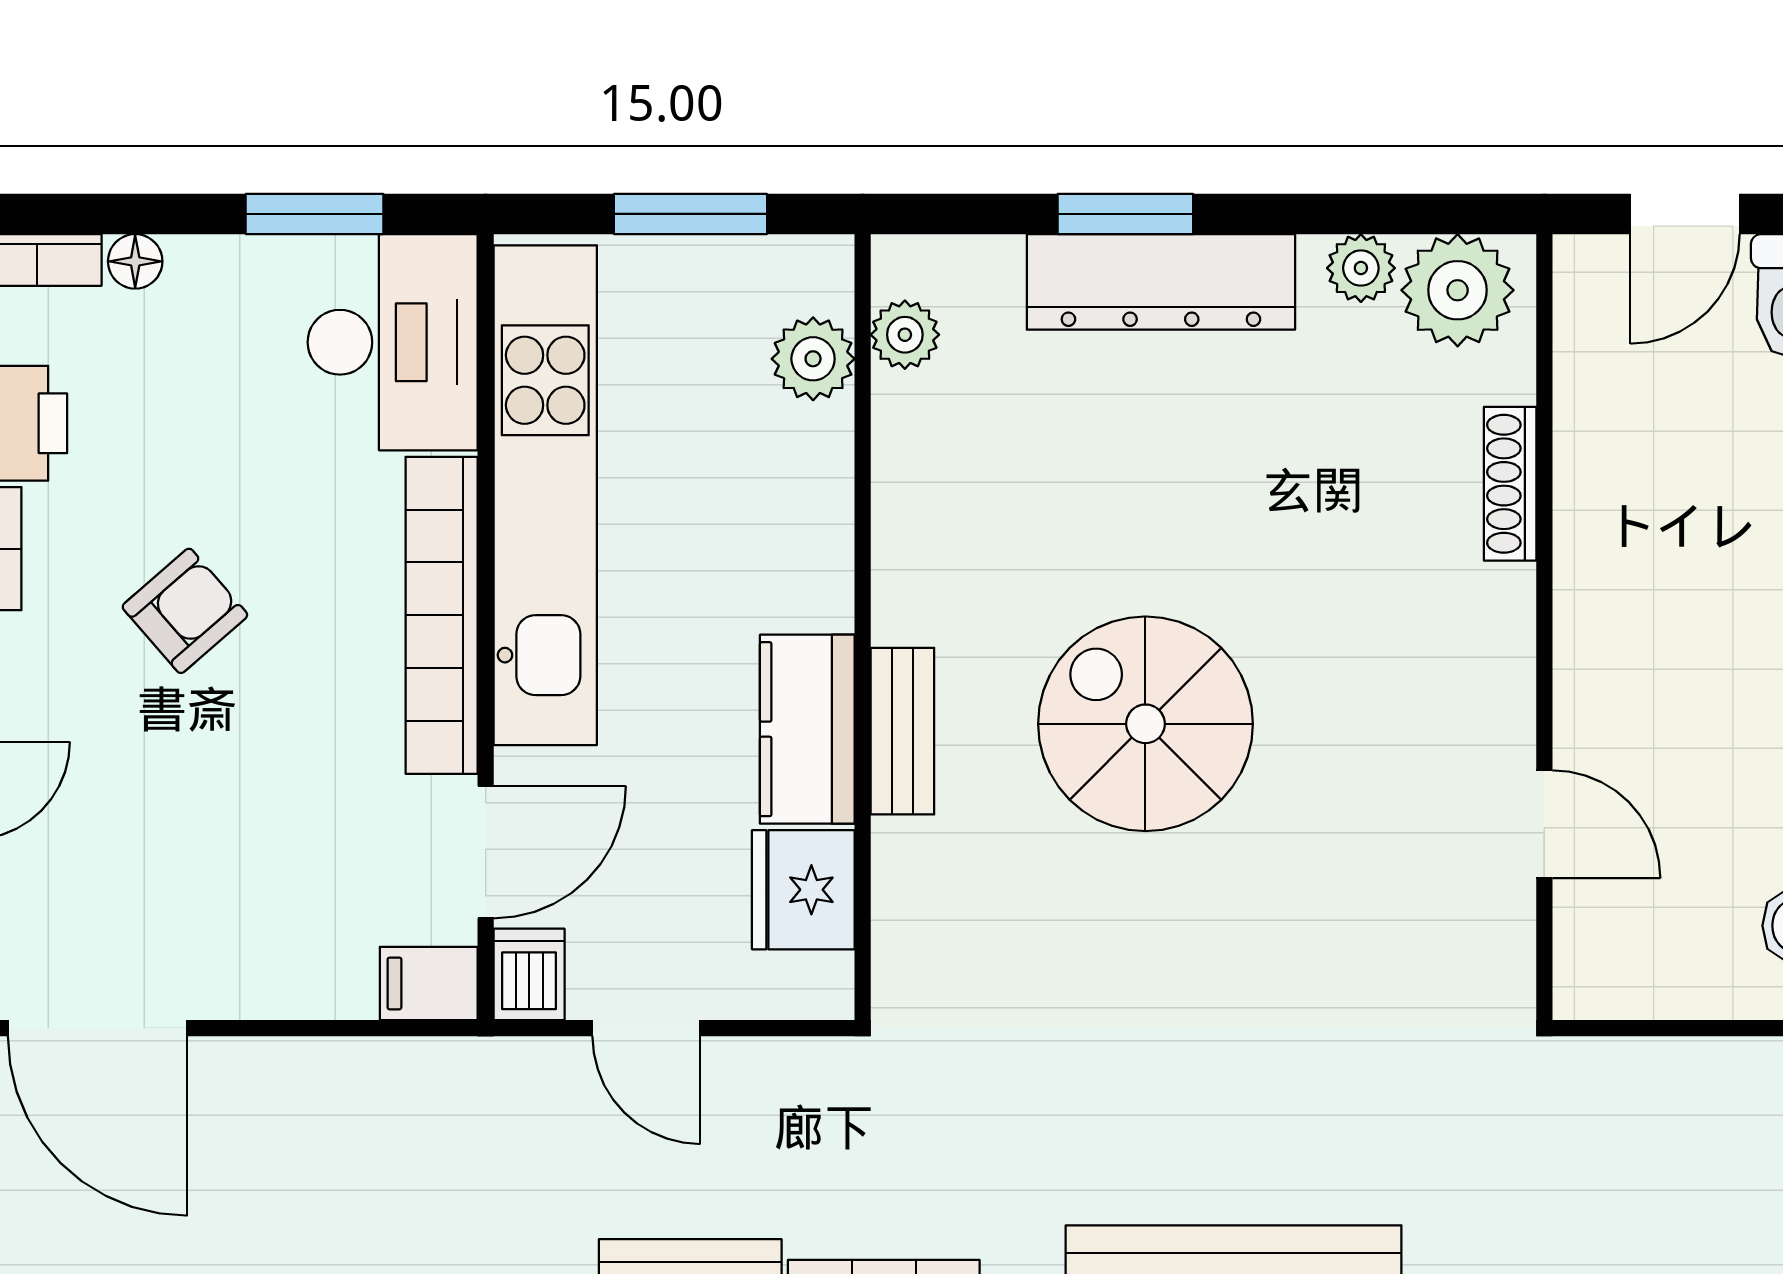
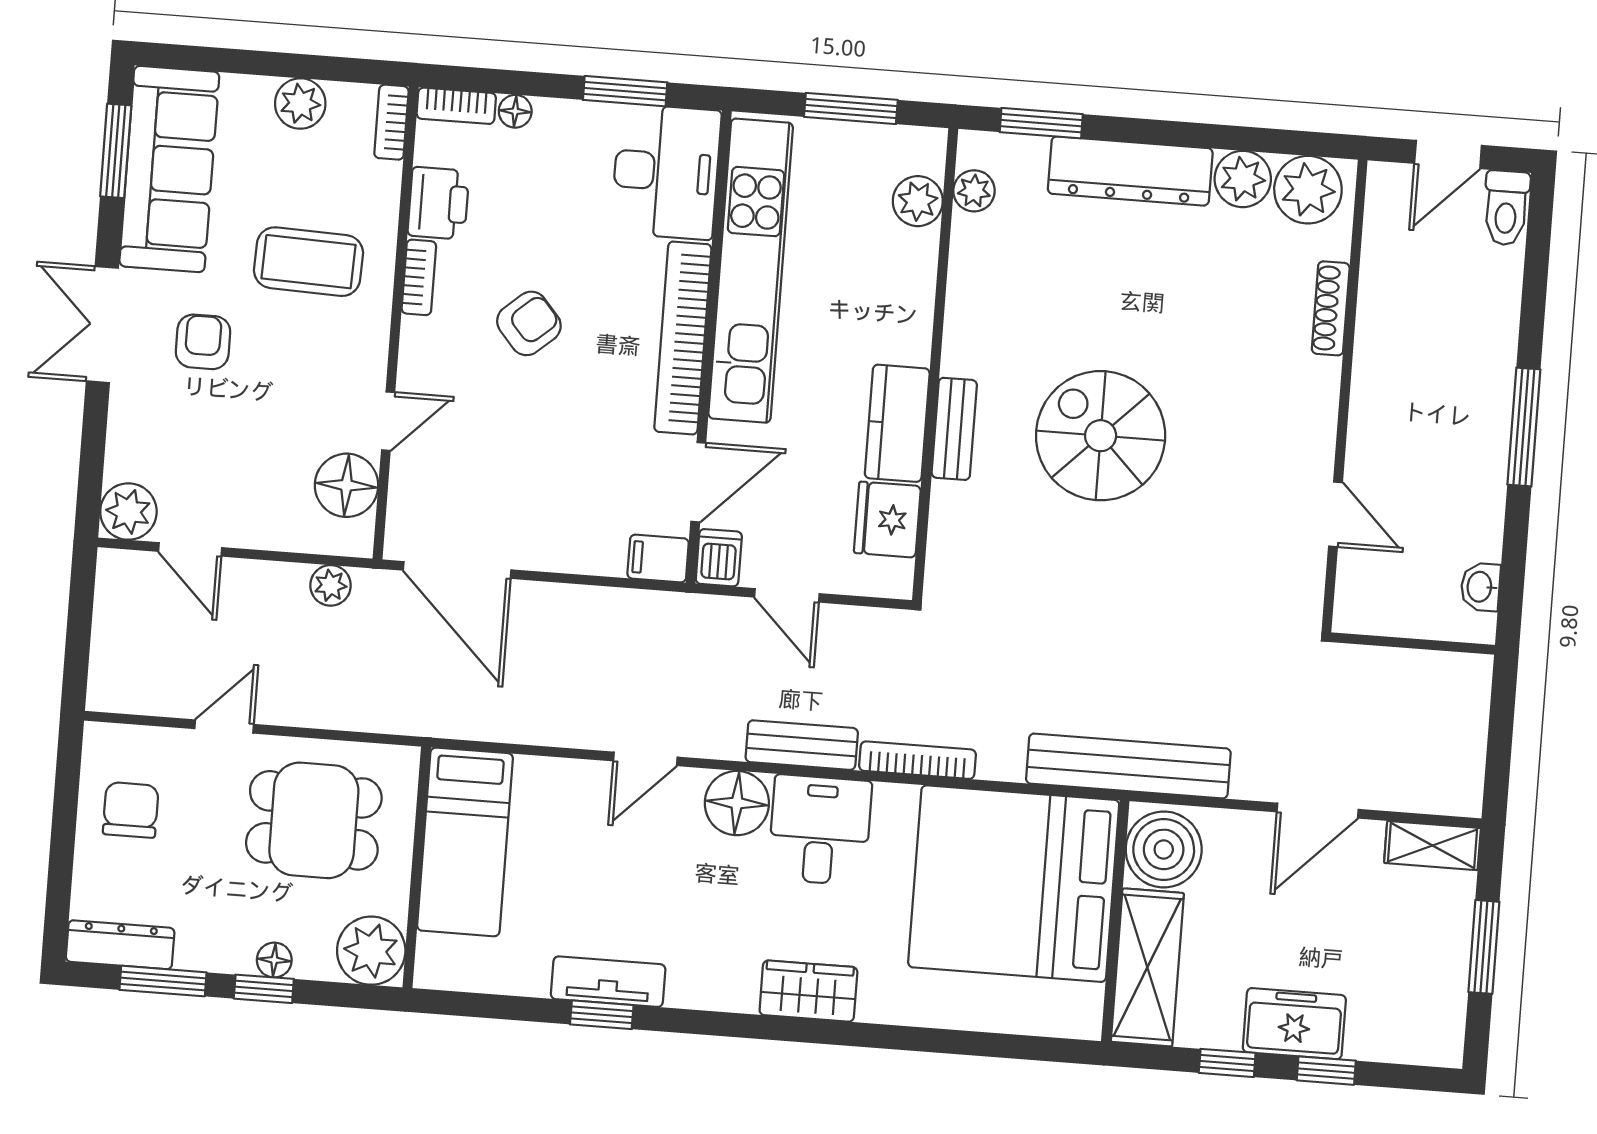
window: (1125, 214) -> (1041, 123), moved
plant: (1361, 268) -> (1243, 179), width x1.38, depth x1.38

